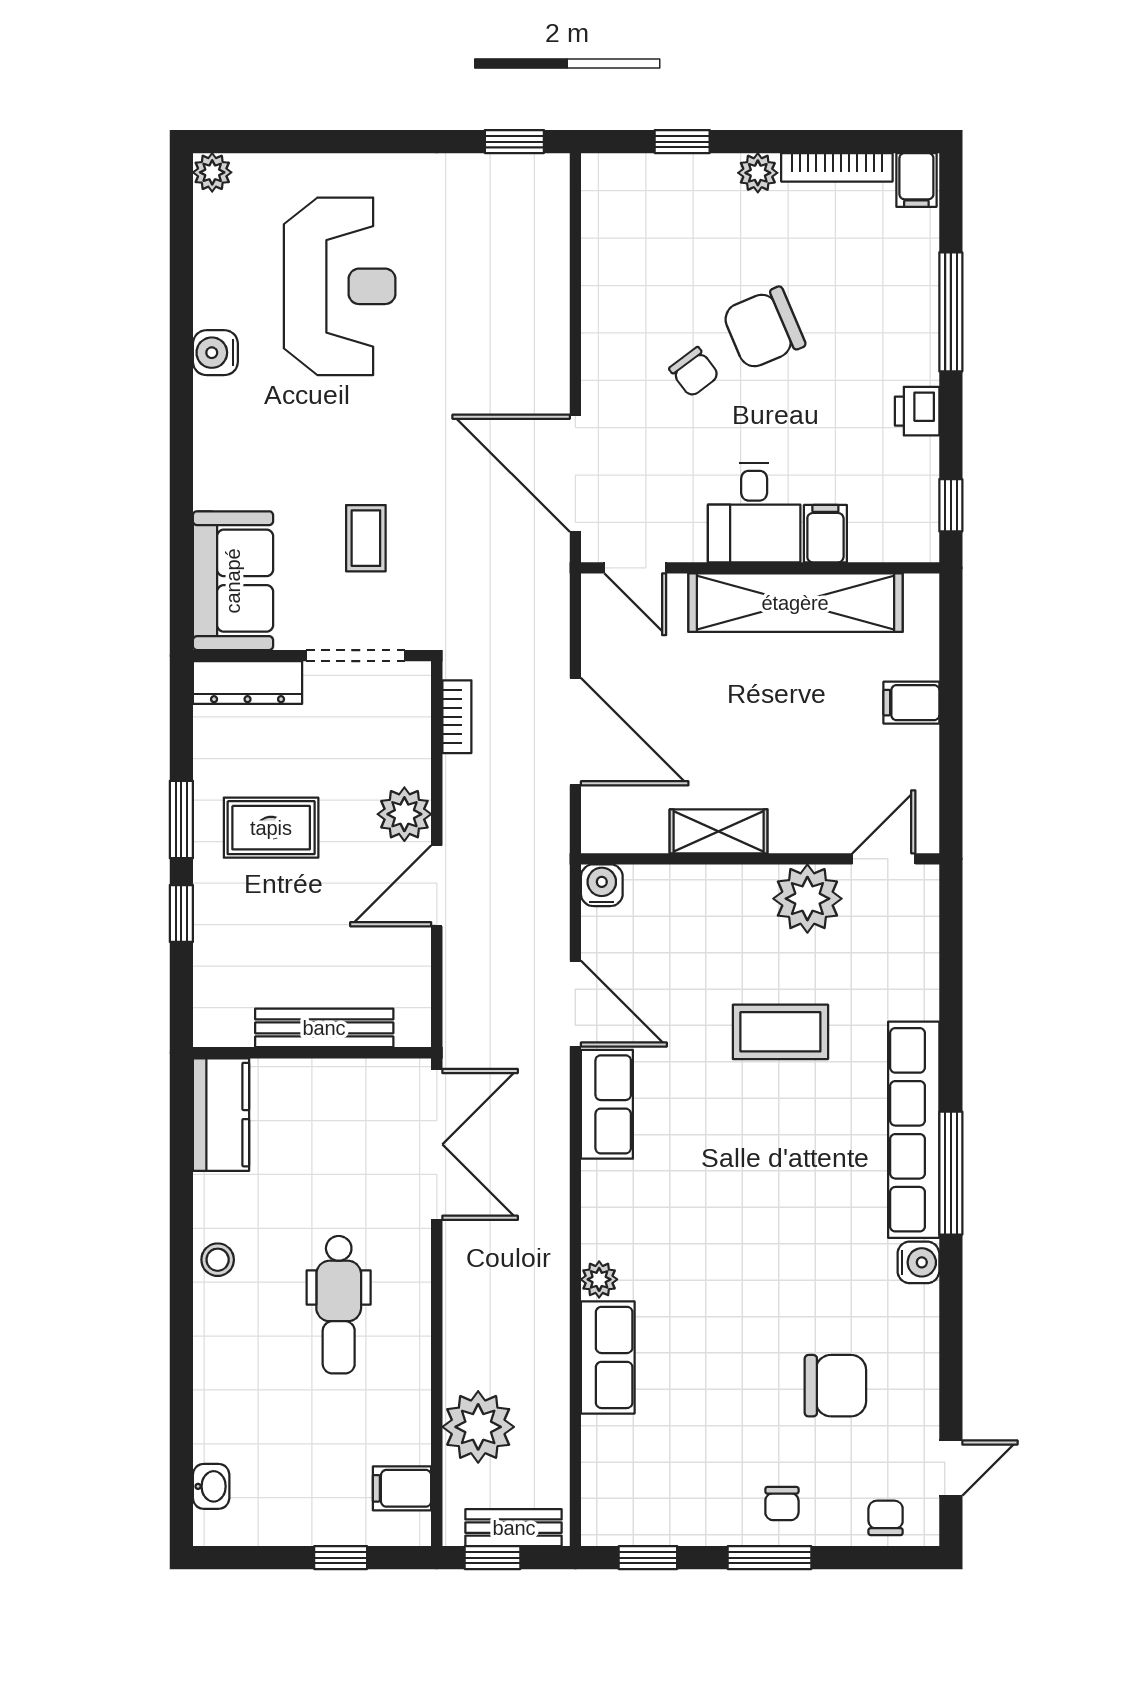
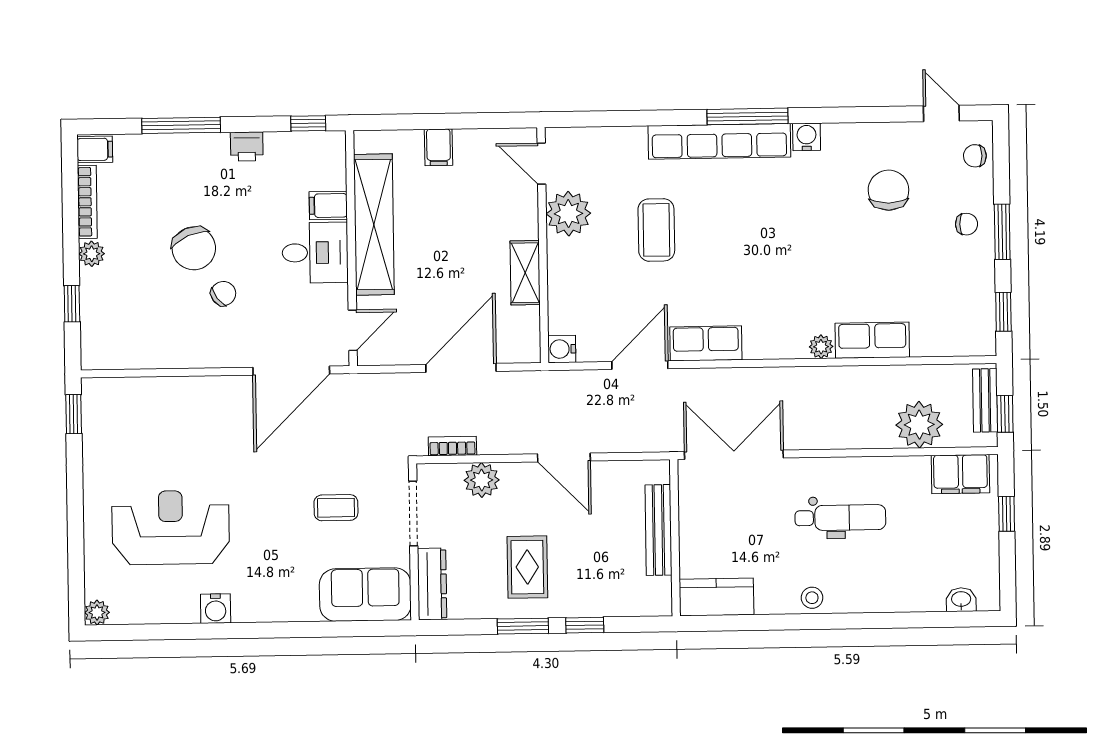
plant: (404, 814) -> (482, 480), moved
filing cabinet: (402, 1488) -> (960, 474), width x2.00

